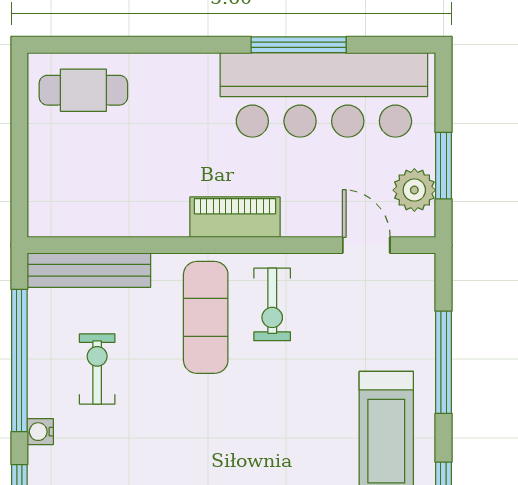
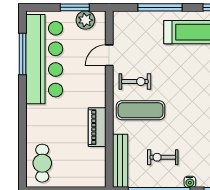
window: (299, 45) -> (23, 54), moved
piano: (235, 217) -> (97, 127), moved
door: (366, 245) -> (109, 55), moved

